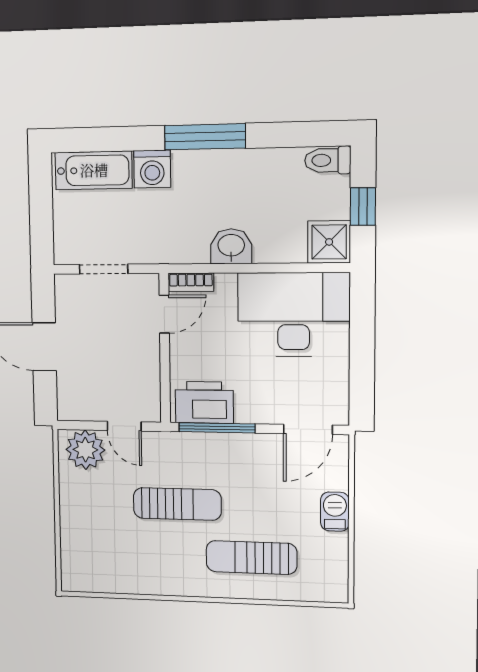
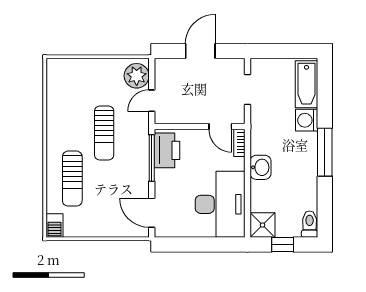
barbecue: (335, 512) -> (55, 225), moved, turned 90
sun lounger: (251, 558) -> (72, 179), turned 180

